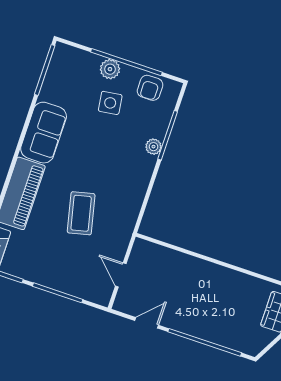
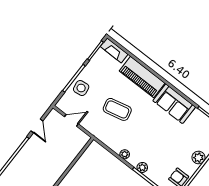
side table: (110, 103) -> (81, 88), moved
plant: (143, 179) -> (125, 154), added

